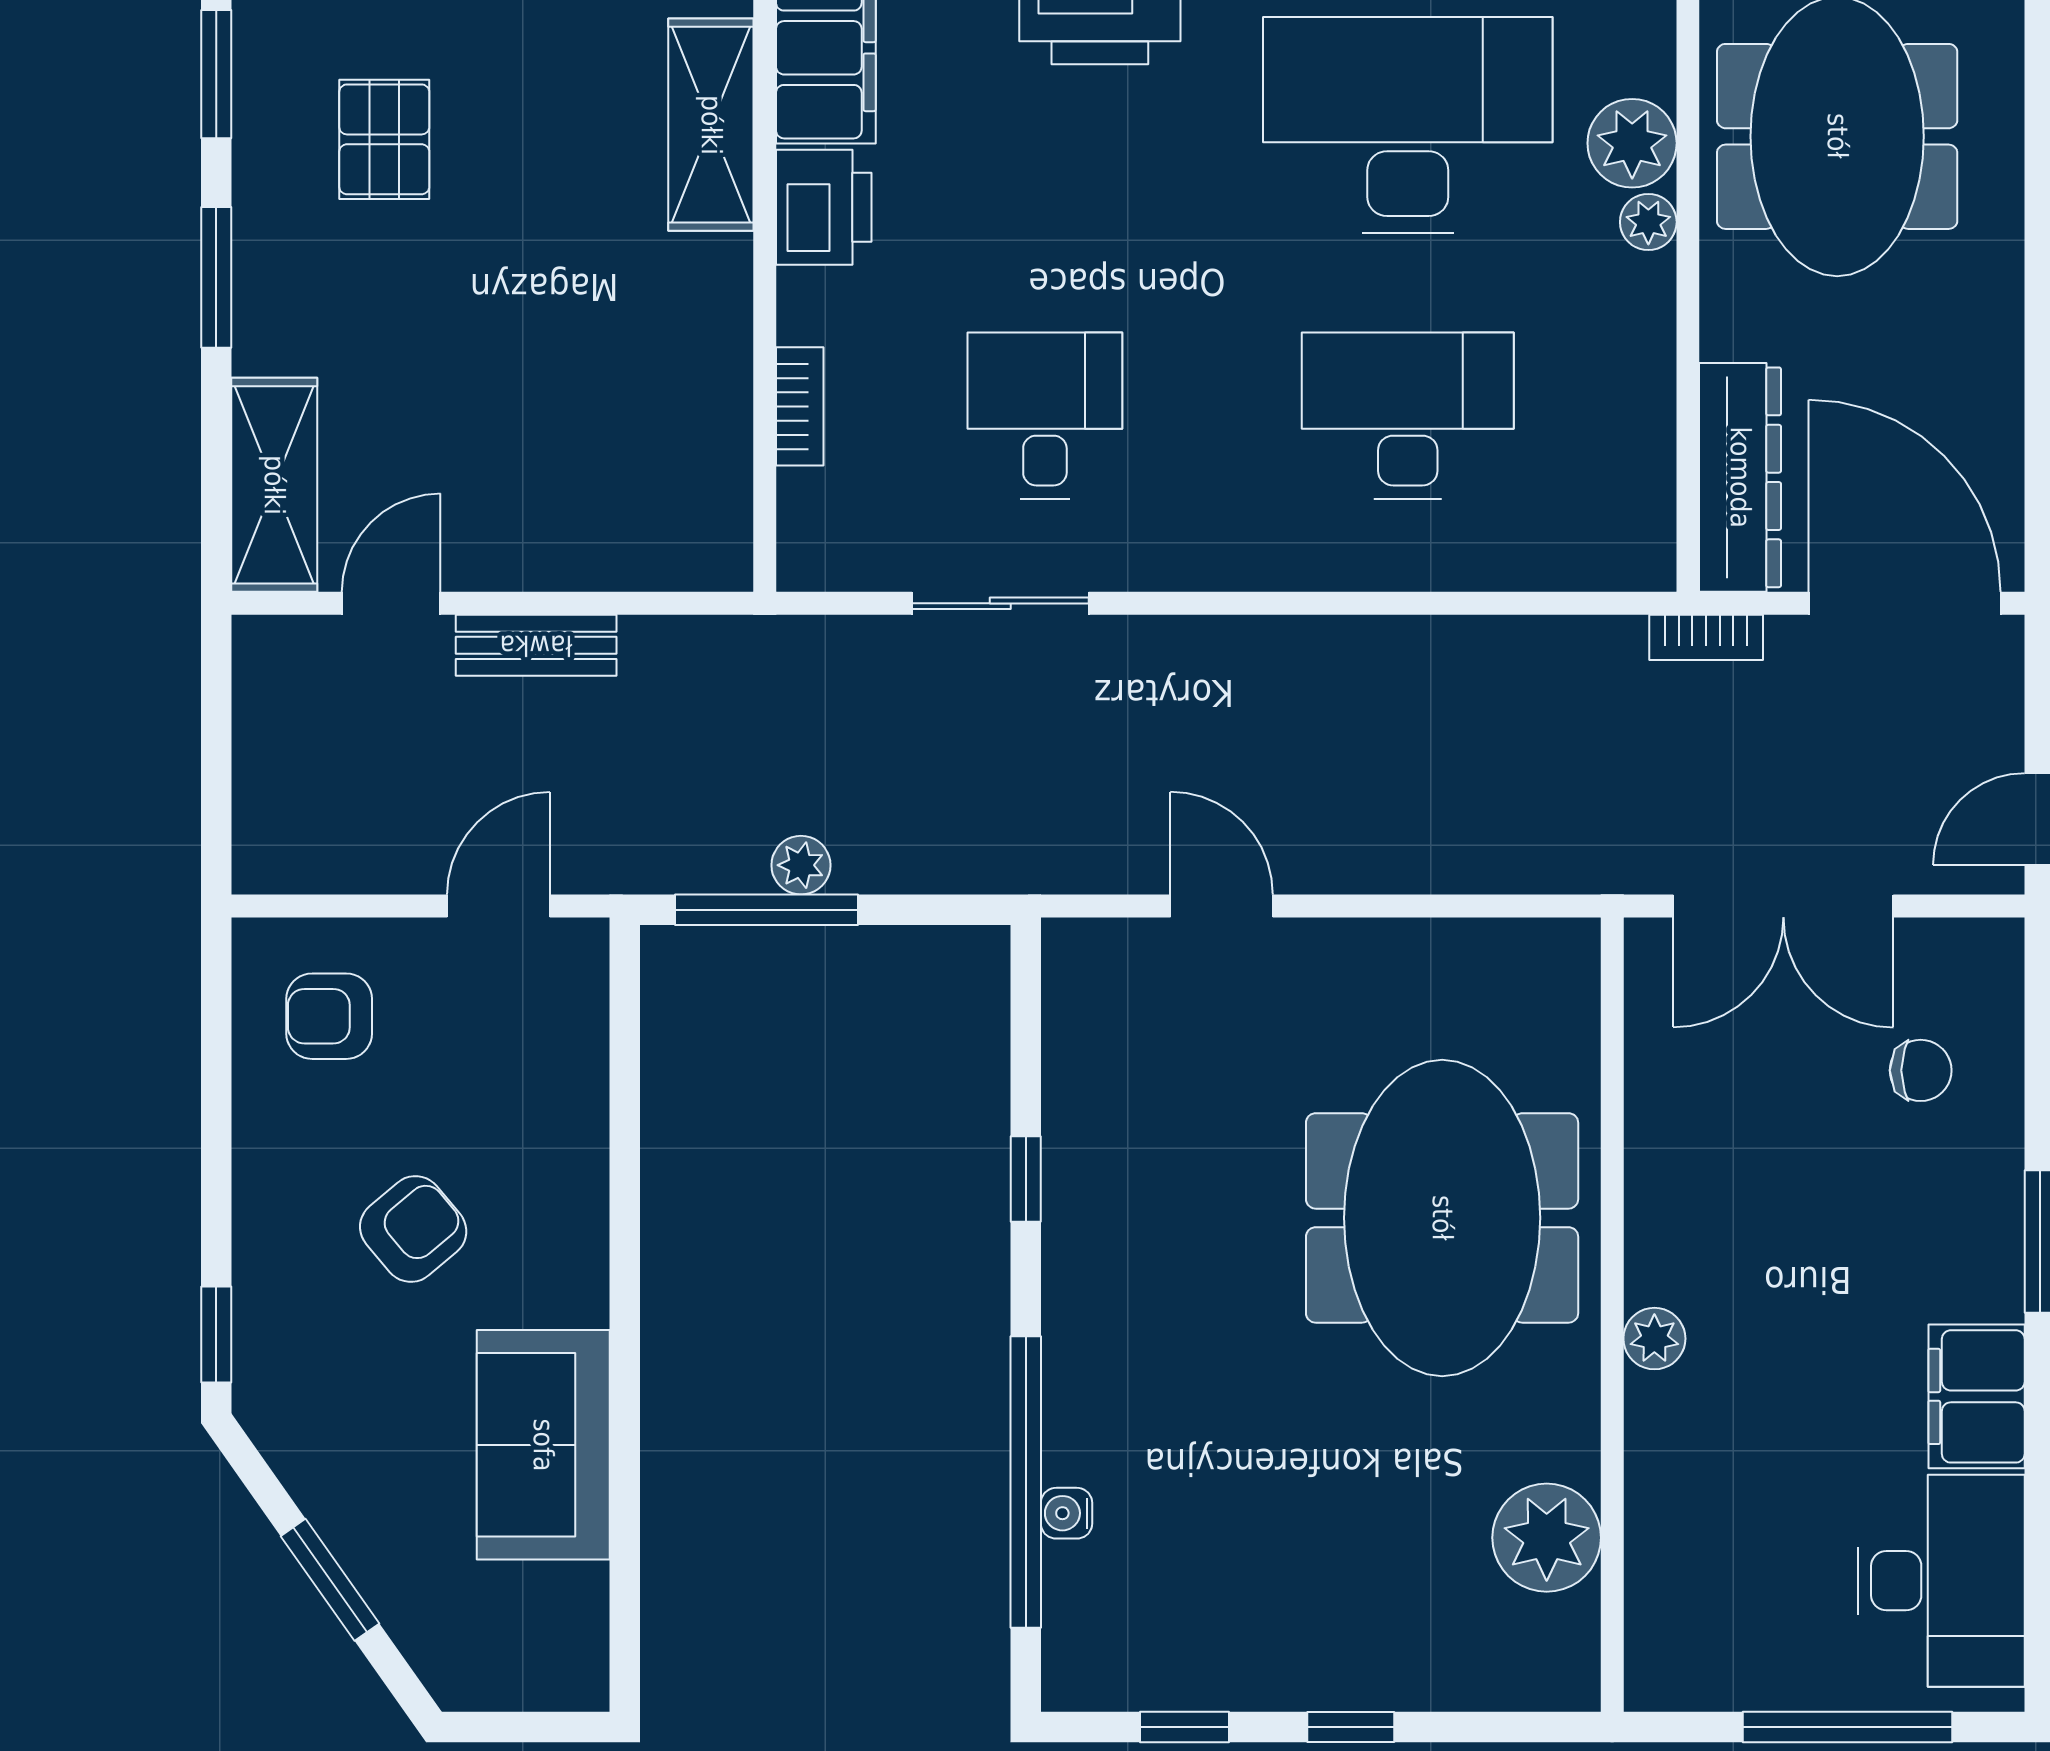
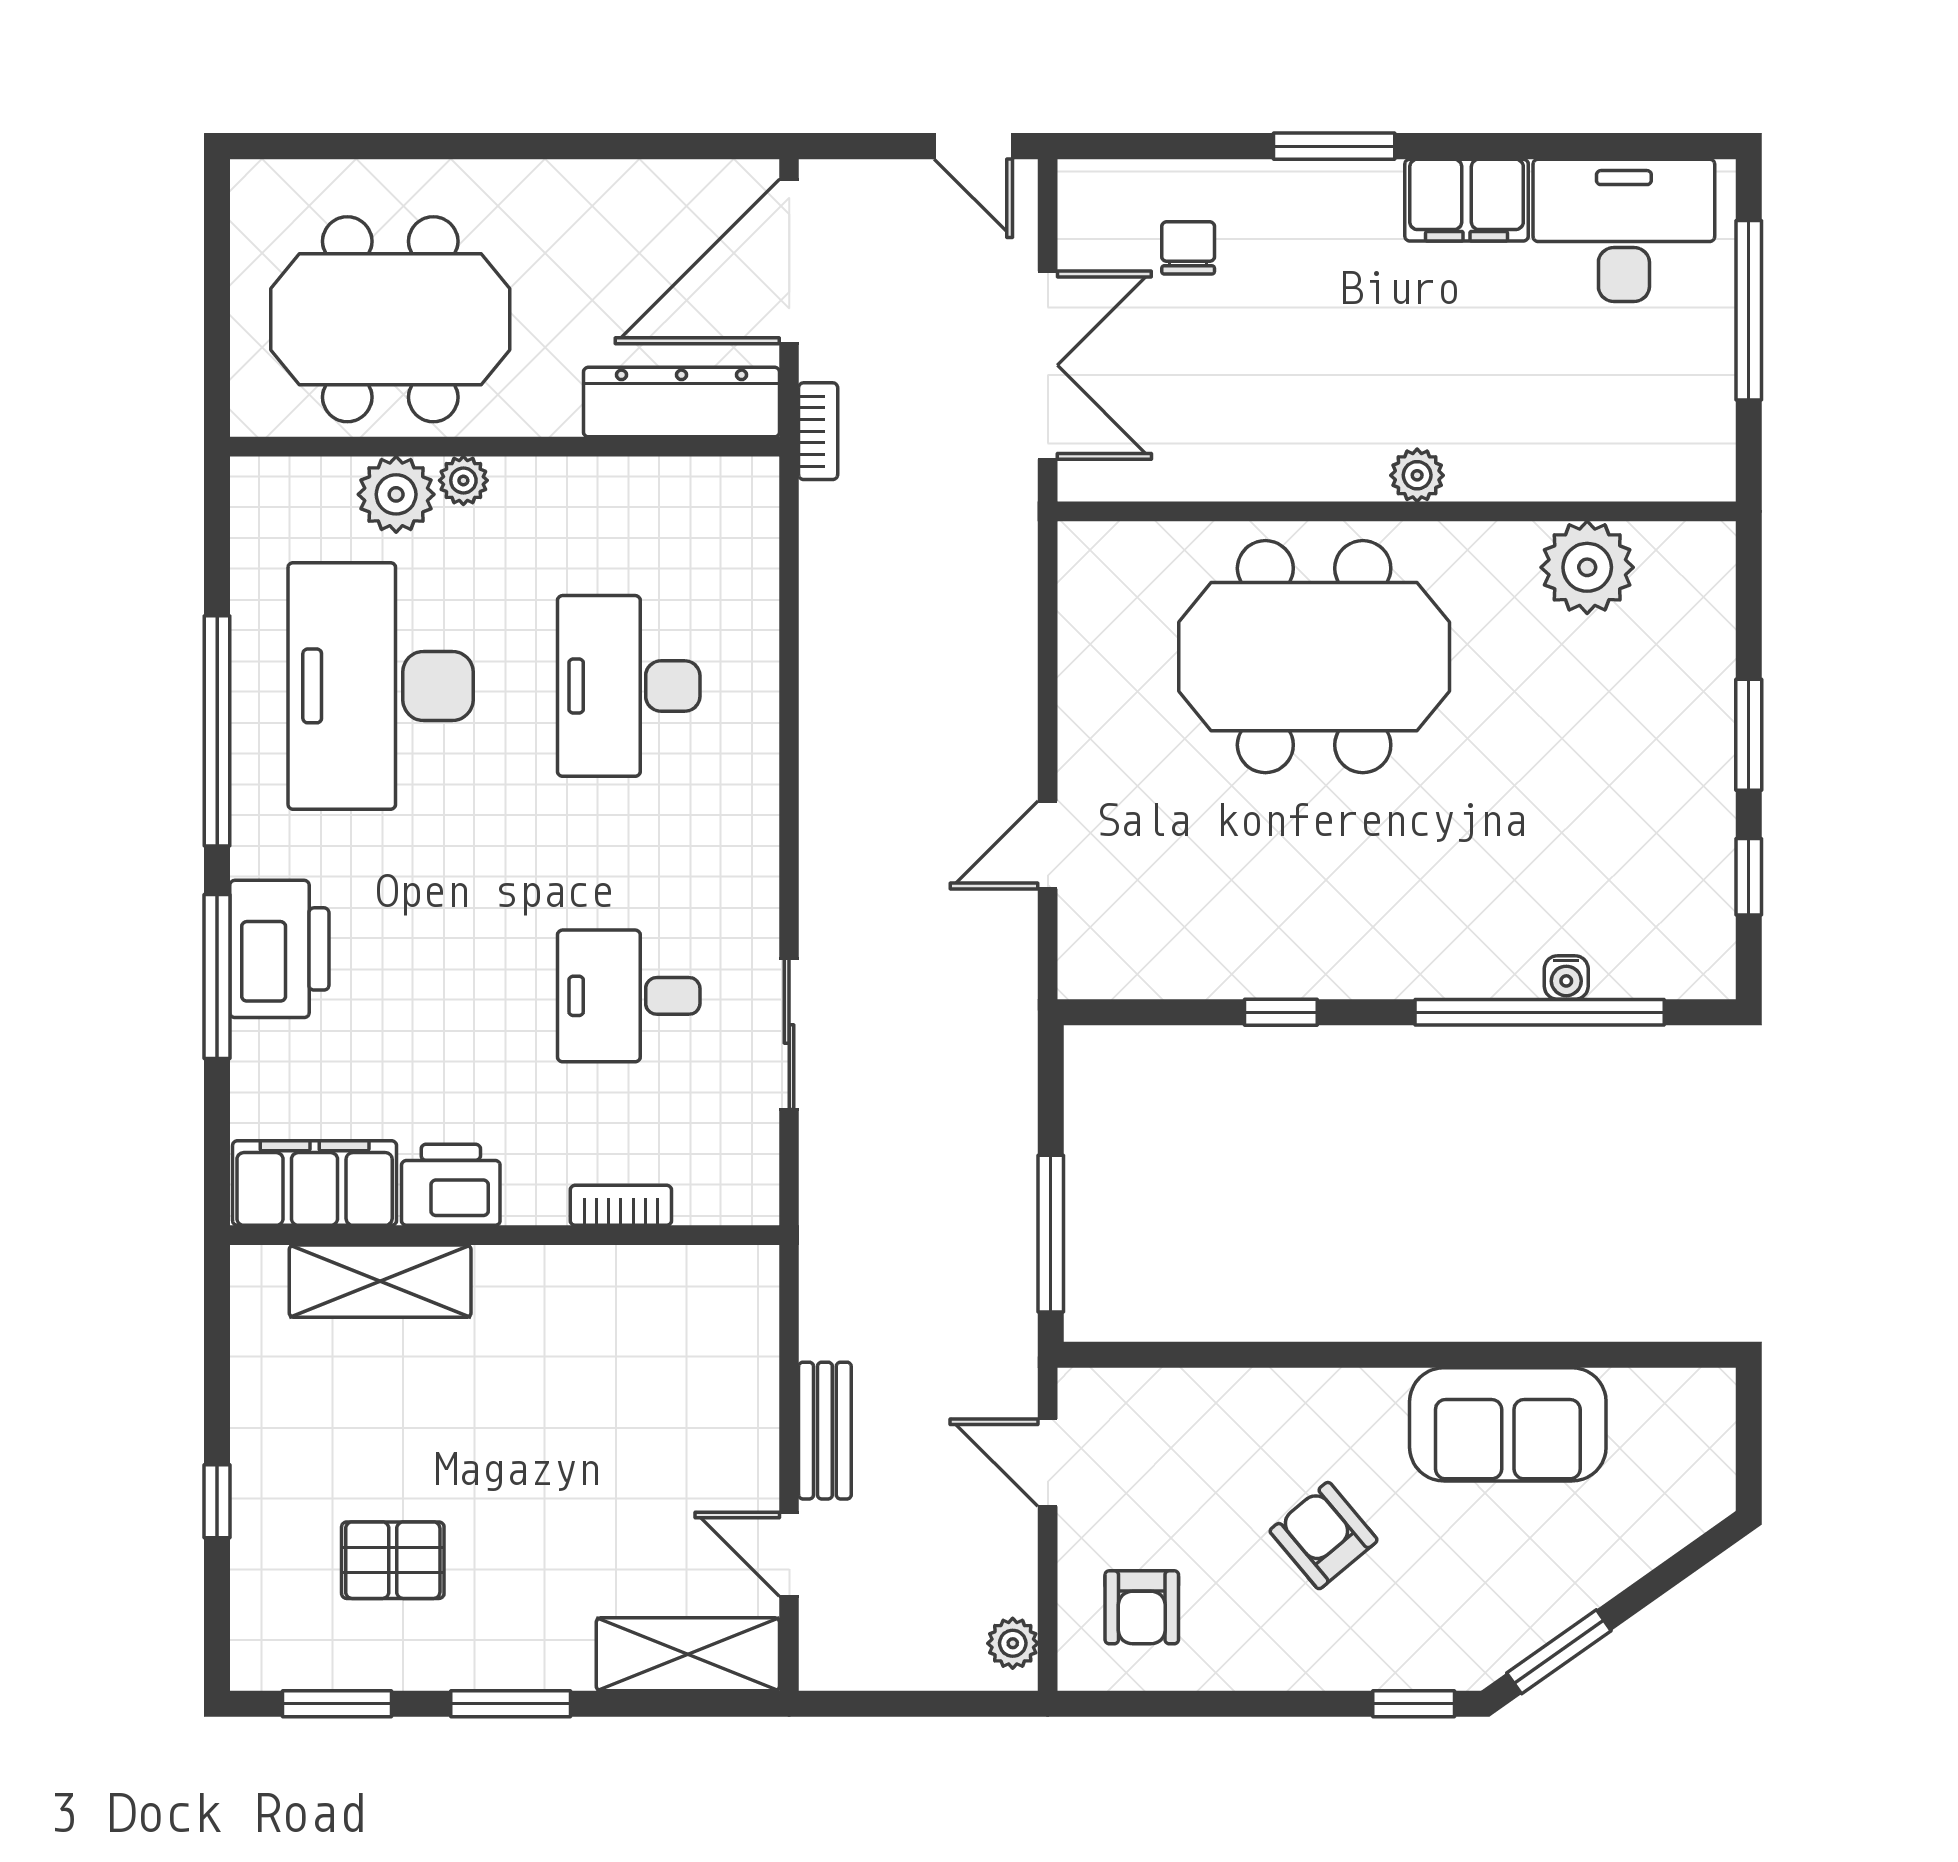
plant: (801, 865) -> (1013, 1643), moved
window: (330, 1580) -> (1559, 1652), moved
window: (1351, 1727) -> (1749, 735), width x1.50

